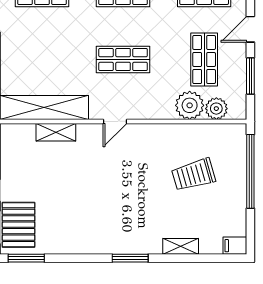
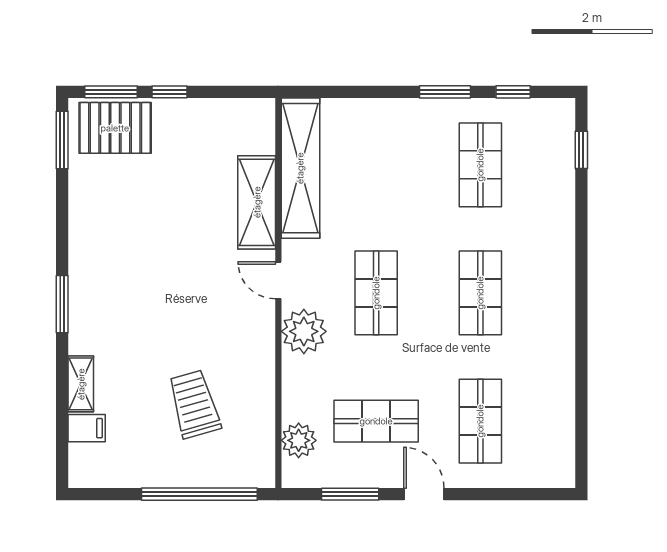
plant: (190, 105) -> (304, 331), moved
shelving: (56, 132) -> (257, 202), width x1.50, depth x1.33
filing cabinet: (235, 246) -> (87, 428), moved, turned 90

